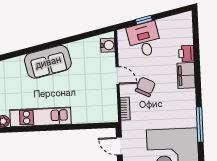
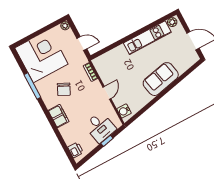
printer: (186, 53) -> (76, 150), moved
door: (118, 75) -> (107, 93), swing flipped
chair: (145, 87) -> (64, 89), moved

